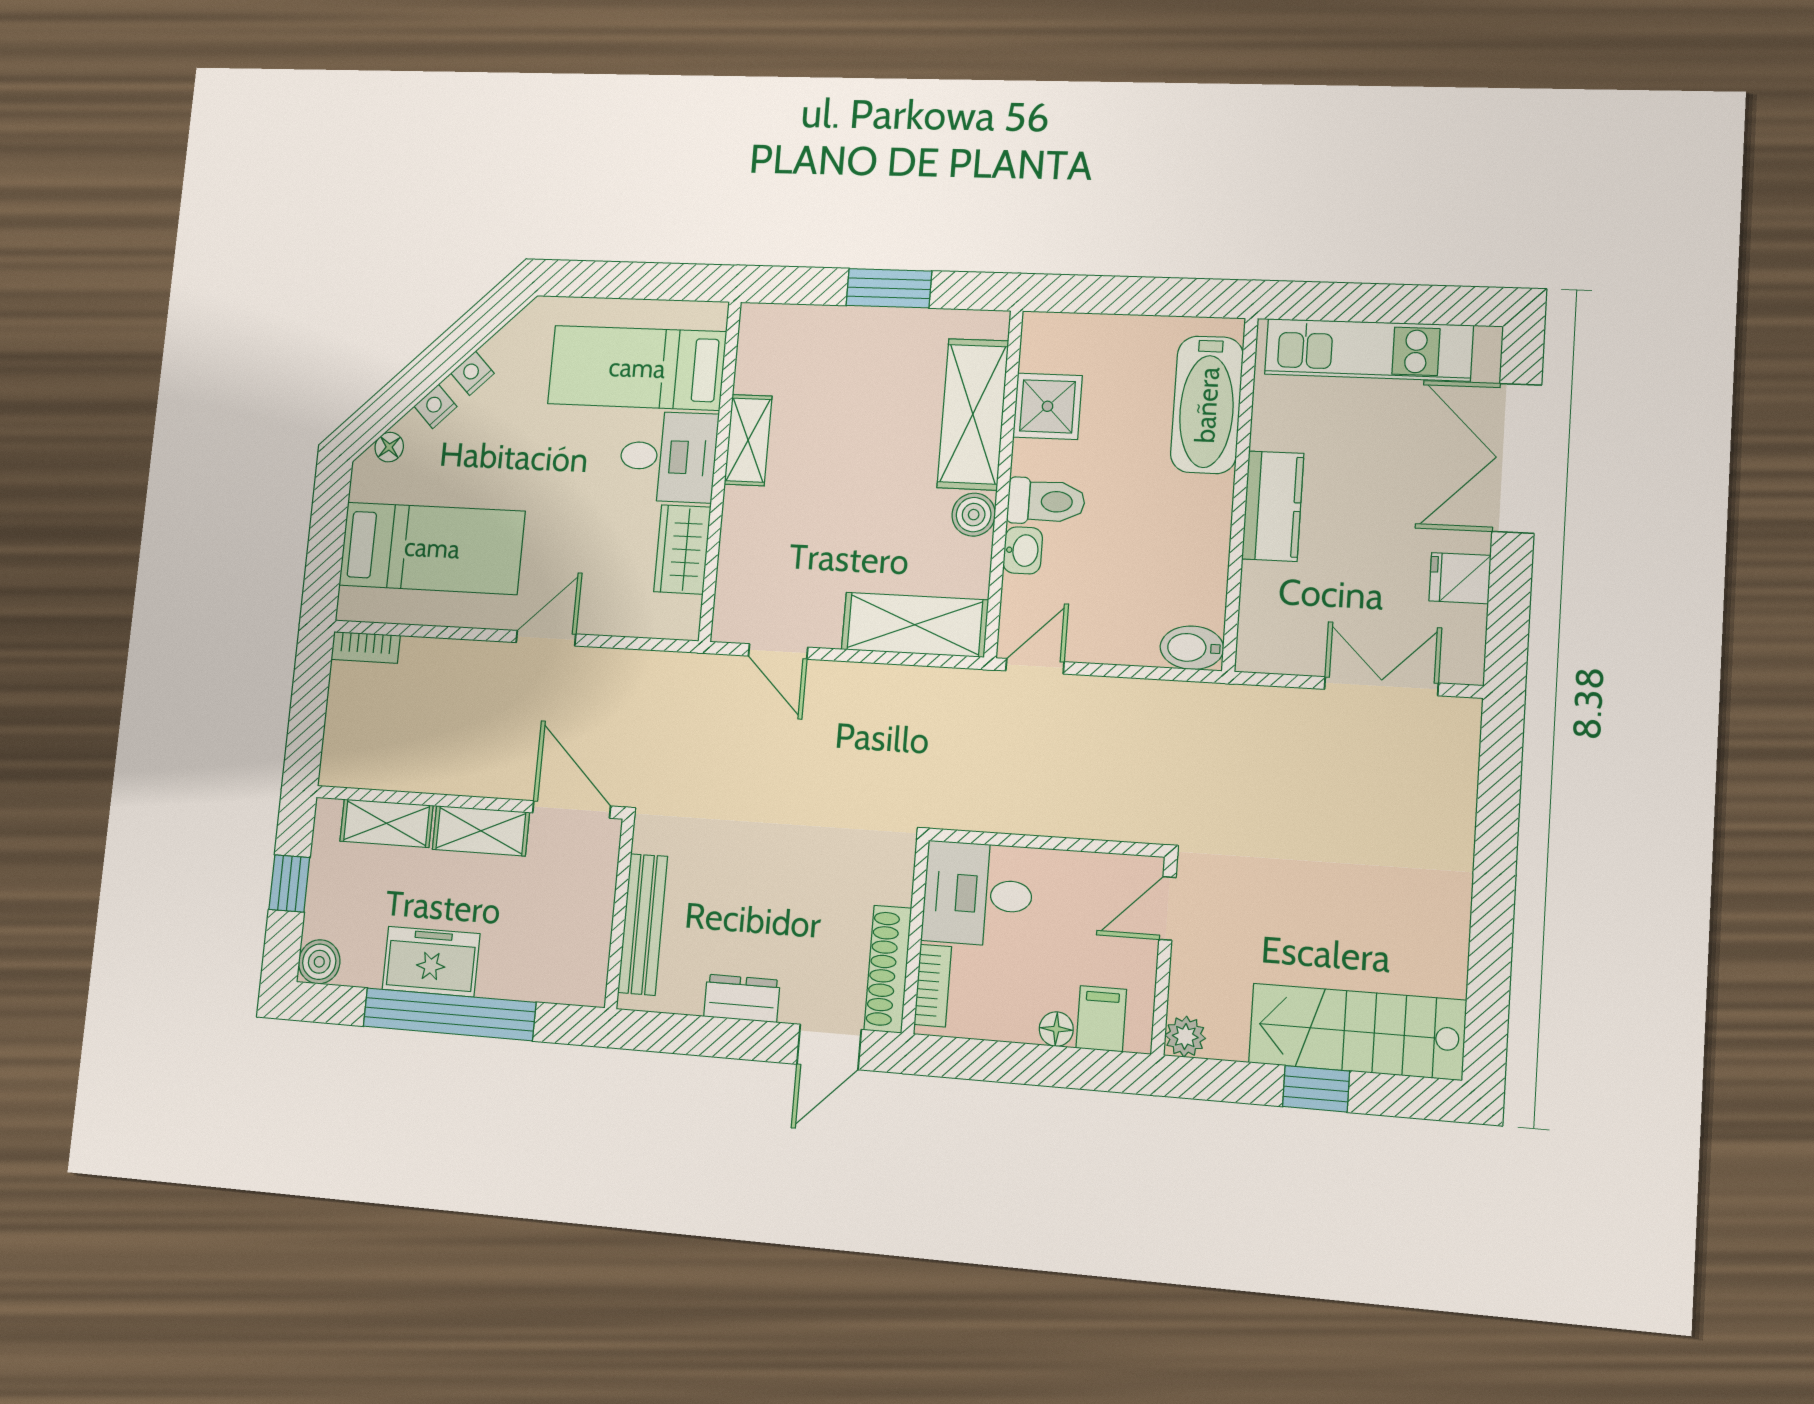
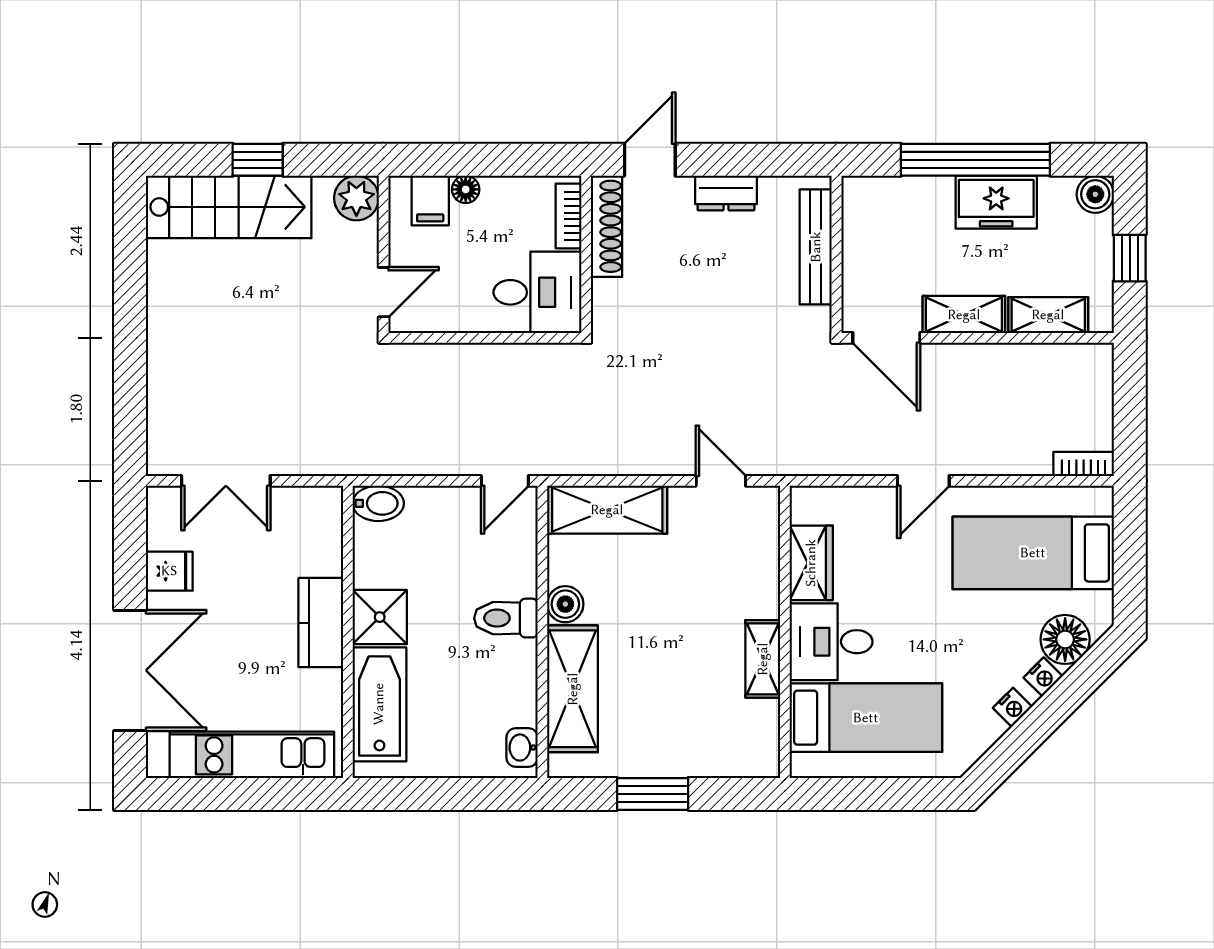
shower: (1047, 406) -> (380, 617), moved
floor lamp: (389, 447) -> (1065, 639), width x1.89, depth x1.89
washbasin: (1023, 550) -> (522, 748), moved
plant: (1185, 1037) -> (356, 198), width x1.38, depth x1.38

